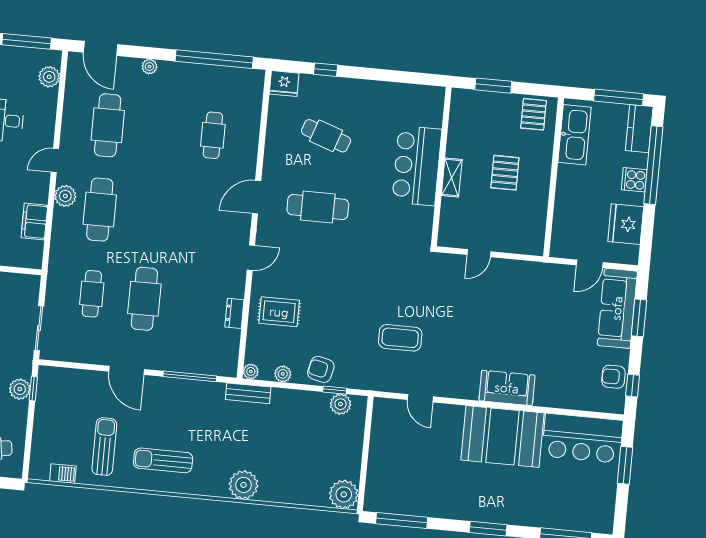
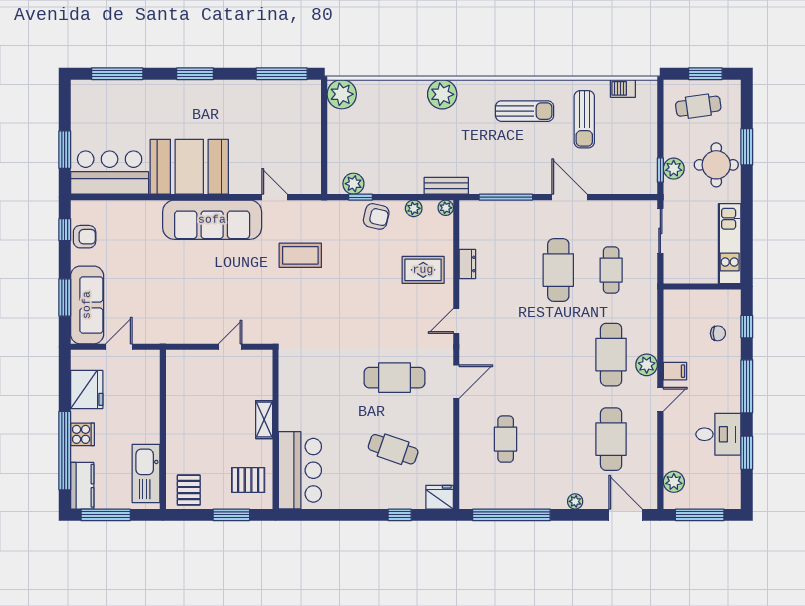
bar counter: (417, 166) -> (300, 470), moved
pallet: (505, 173) -> (248, 480), moved, turned 90
filing cabinet: (34, 221) -> (675, 371), moved, width x0.50
sofa: (507, 388) -> (212, 220), width x1.85, depth x1.27

